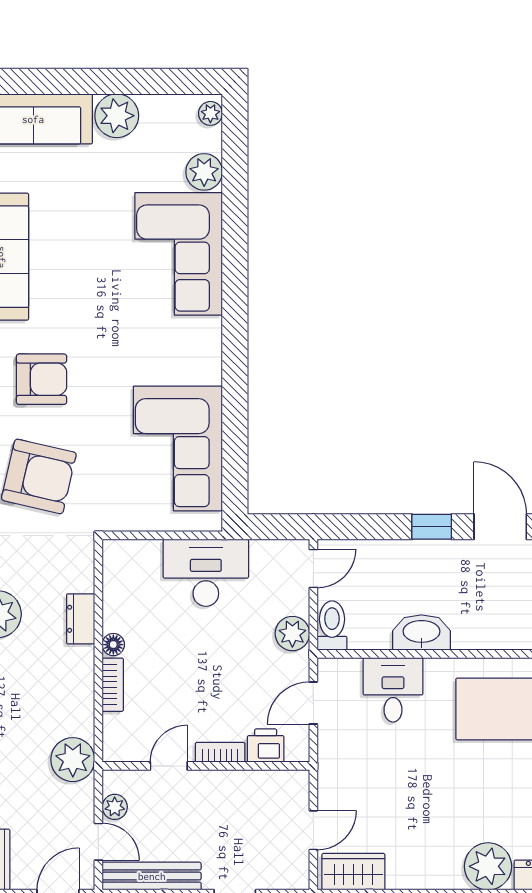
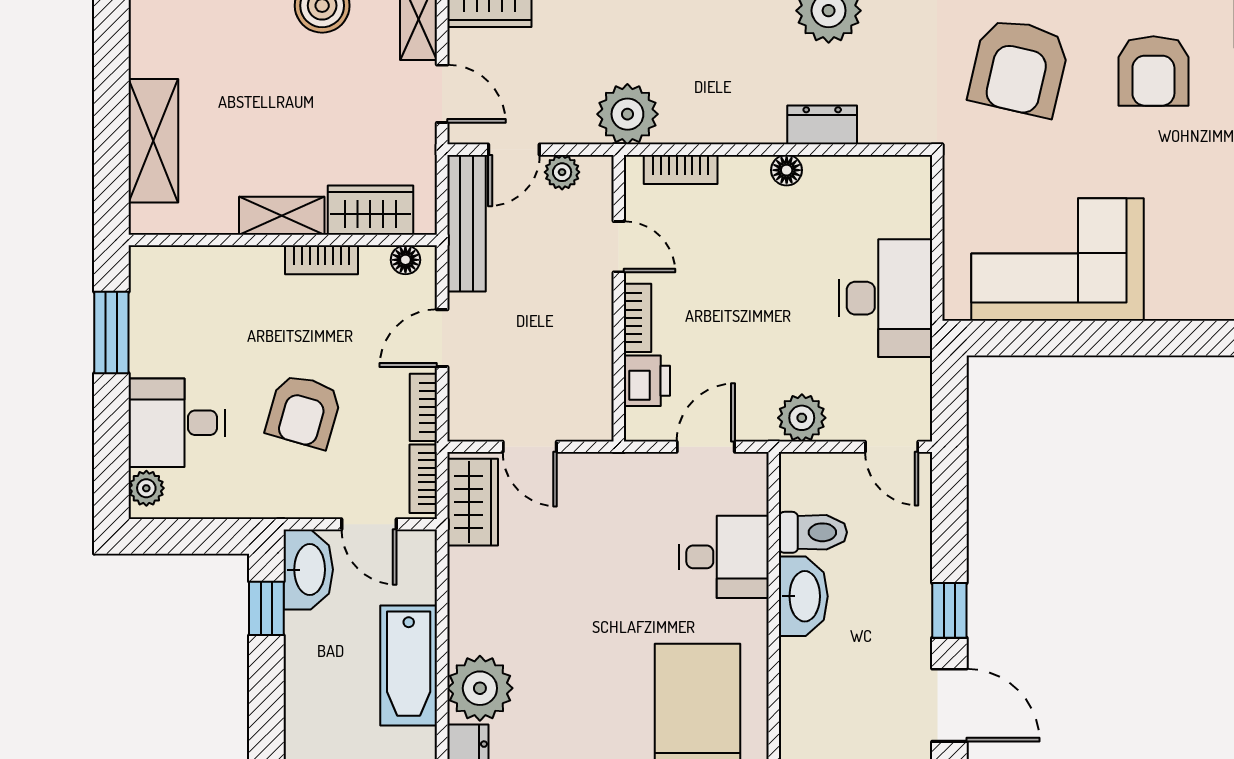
door: (500, 527) -> (949, 705), hinge flipped
toilet: (332, 626) -> (813, 532), moved
bookcase: (113, 685) -> (681, 169), moved
door: (313, 703) -> (706, 447), hinge flipped

